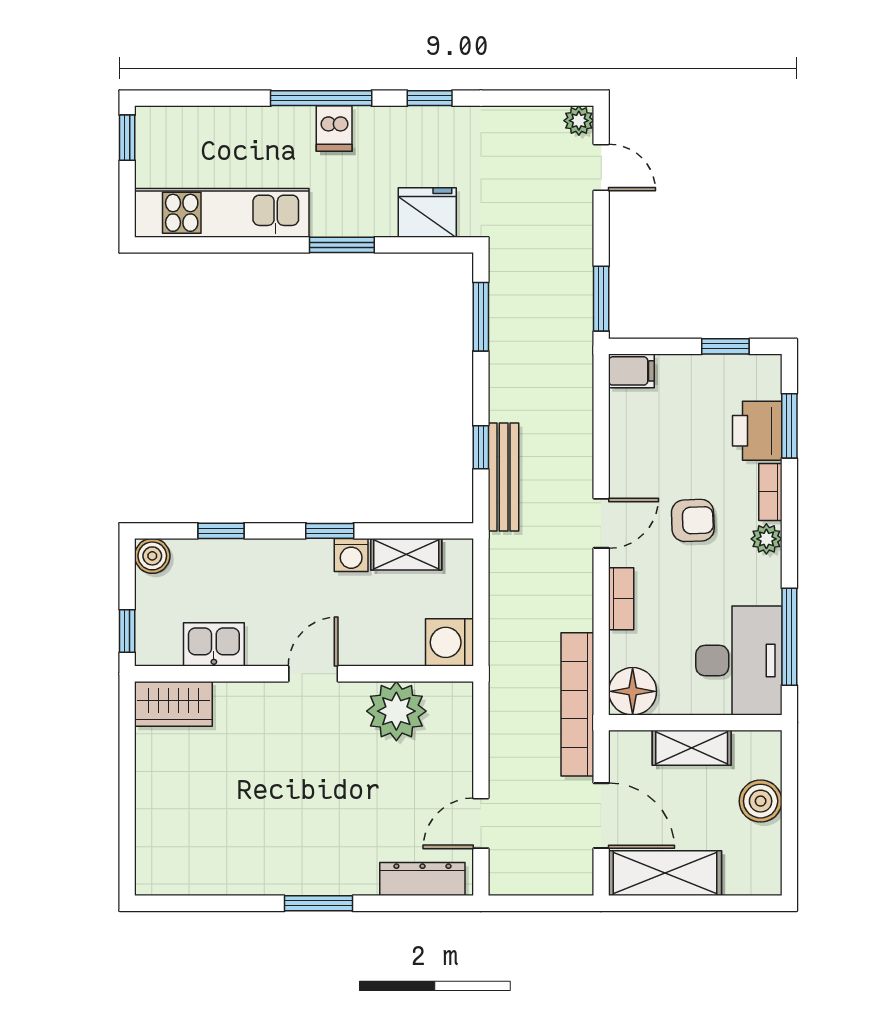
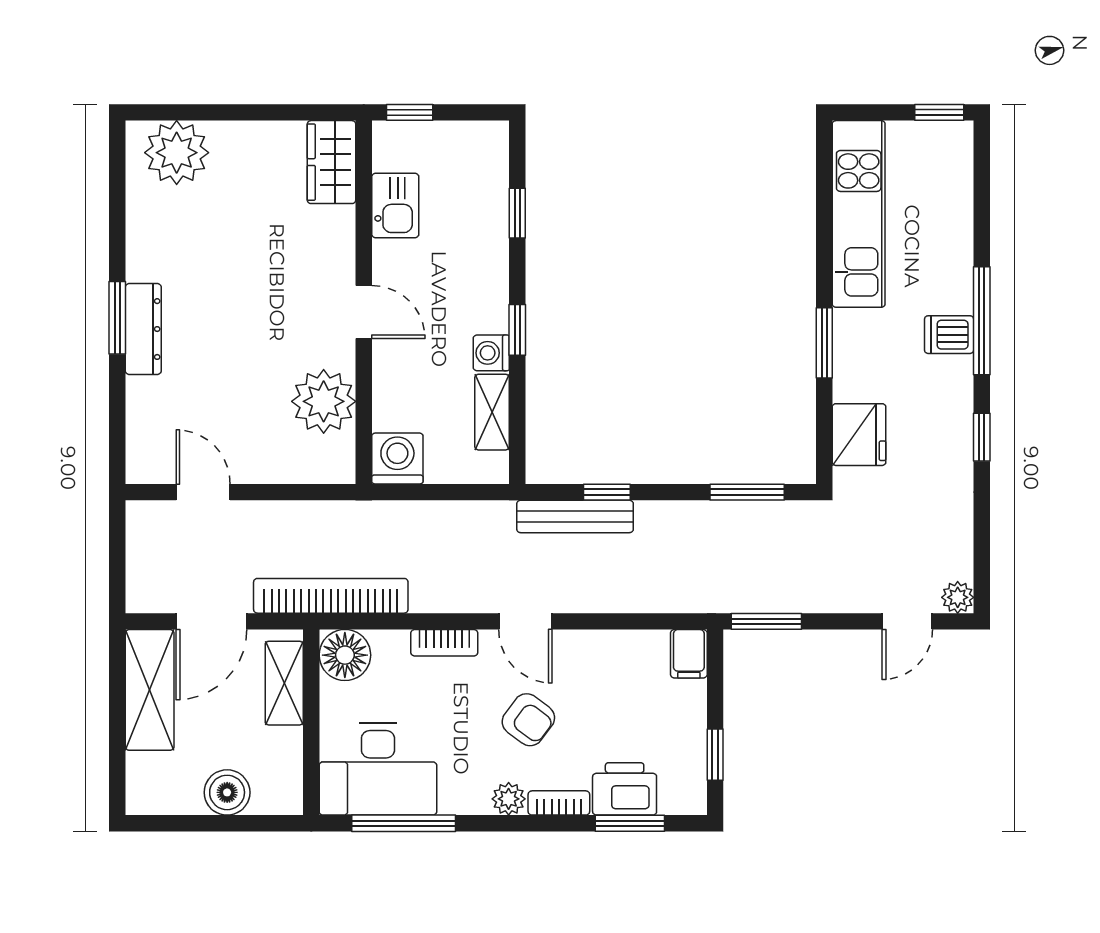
armchair: (693, 520) -> (528, 720), turned -51
boiler: (152, 556) -> (490, 139), removed
shelving: (692, 748) -> (284, 683), moved
plant: (165, 848) -> (177, 153), added
dresser: (422, 879) -> (143, 329), moved

